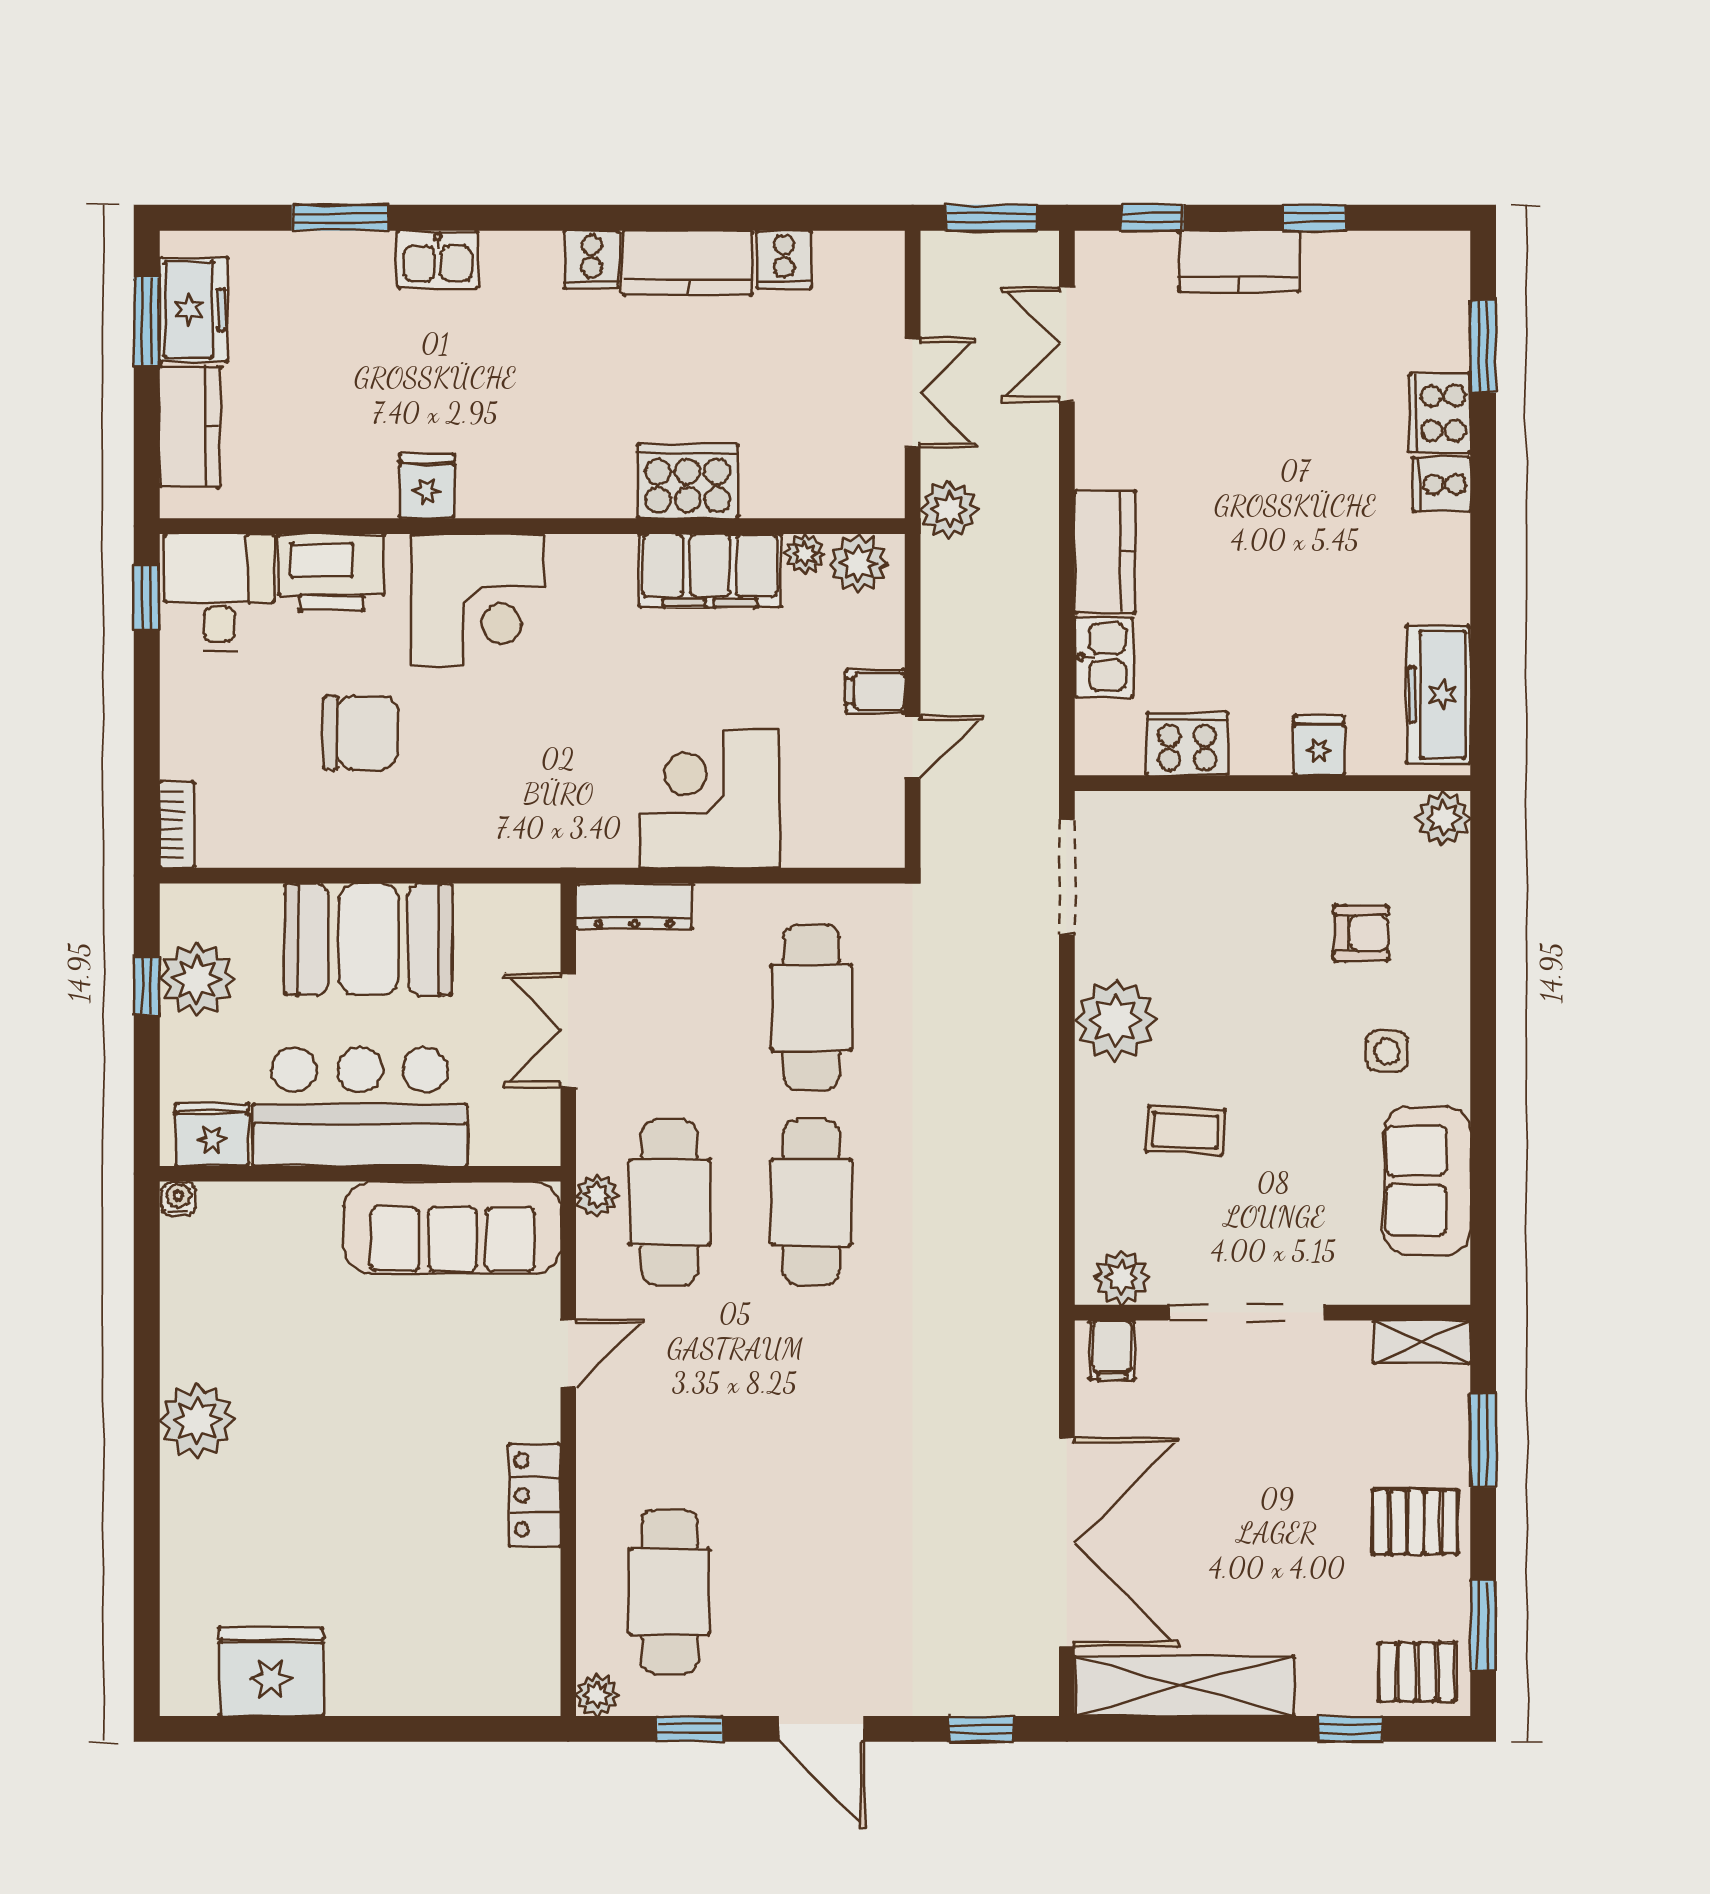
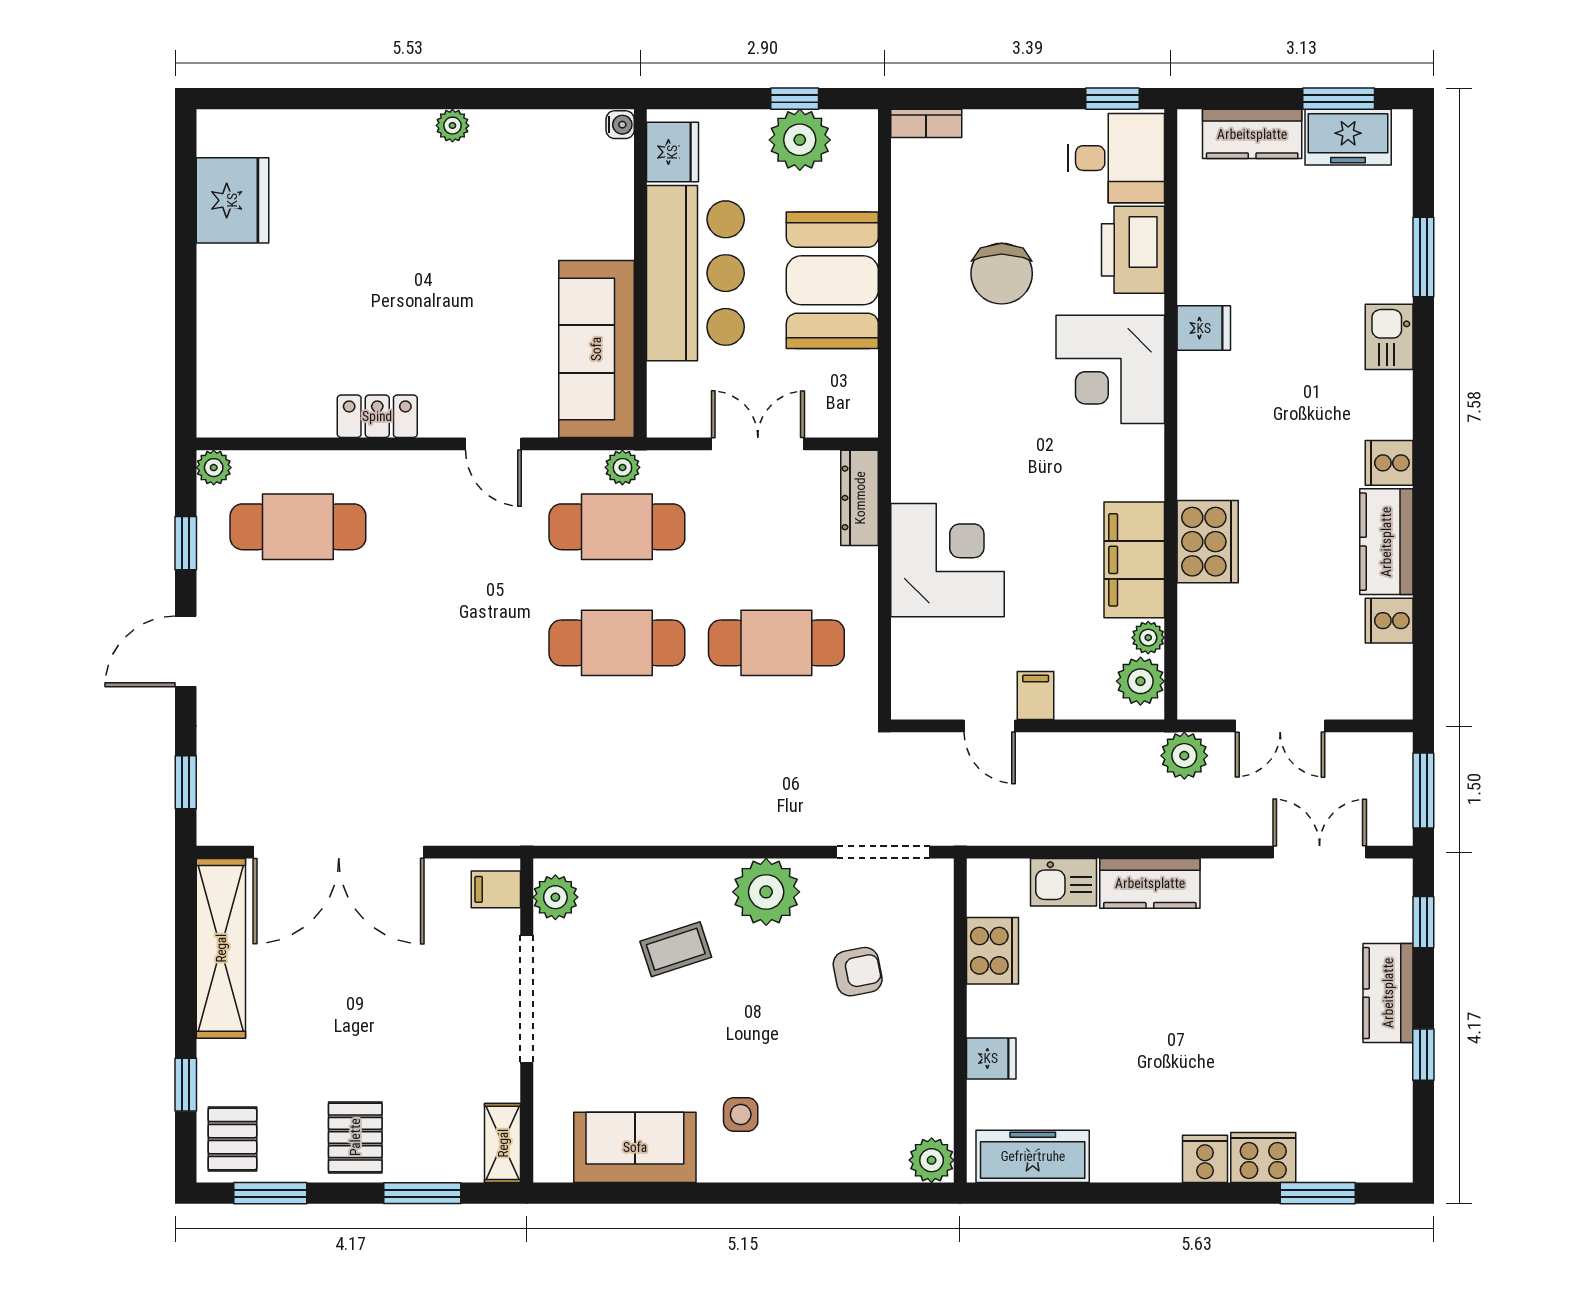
armchair: (1361, 933) -> (858, 972), moved, turned -101
coffee table: (1185, 1131) -> (676, 949), turned 69
plant: (197, 1421) -> (452, 126), width x0.53, depth x0.53

